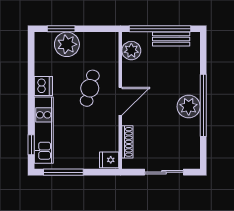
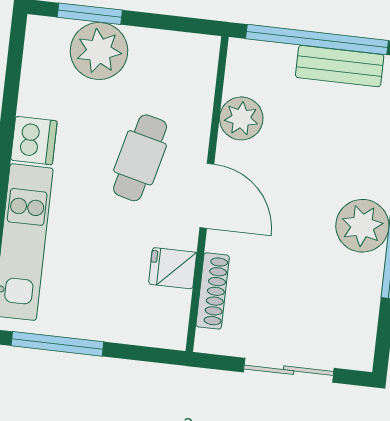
plant: (131, 51) -> (241, 118), moved
door: (120, 101) -> (207, 196), hinge flipped
fridge: (109, 160) -> (173, 268), moved

